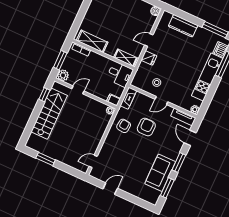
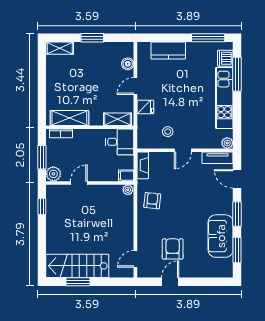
boiler: (156, 11) -> (128, 64), moved
stairs: (49, 114) -> (77, 266), moved, turned -90
armchair: (146, 127) -> (173, 249), moved

